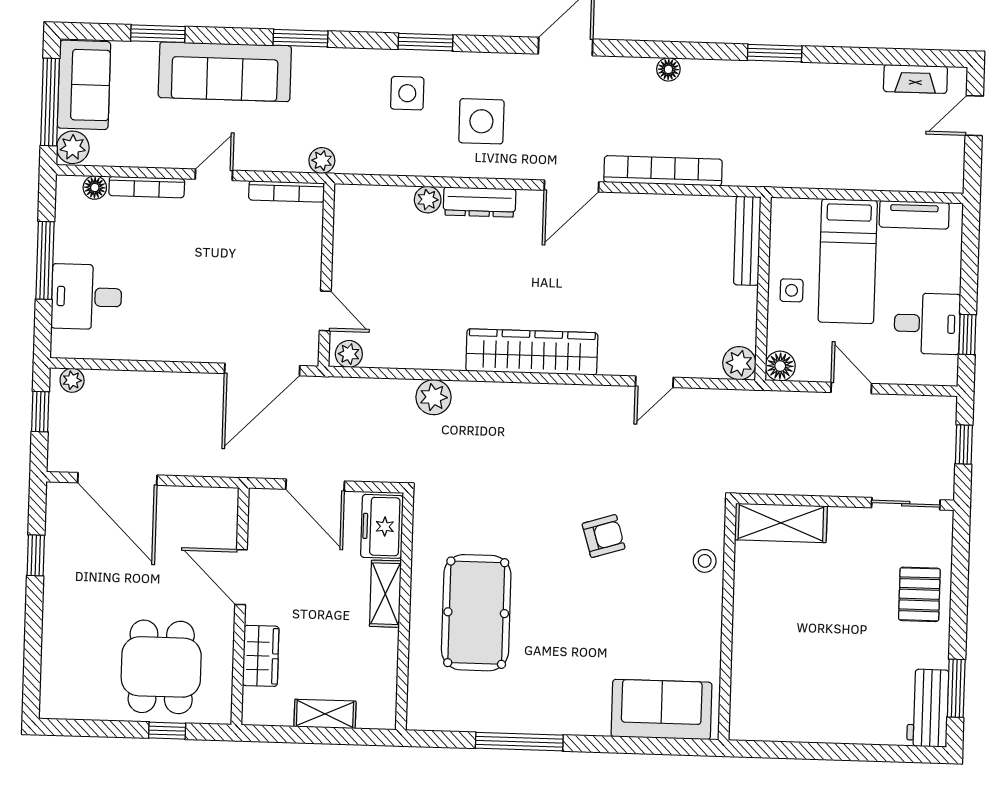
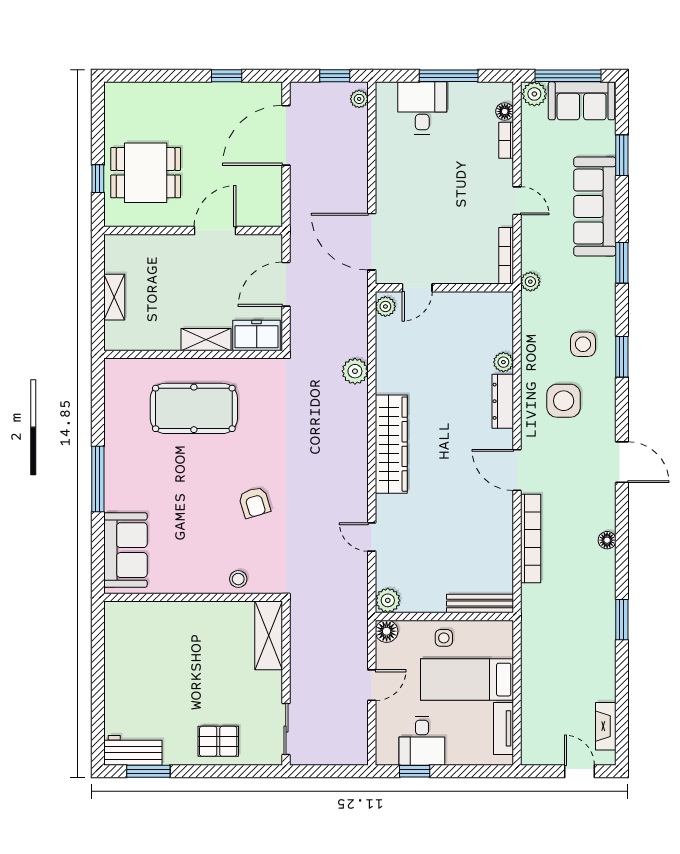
bookcase: (147, 187) -> (506, 140), width x0.64
window: (964, 445) -> (332, 771), removed
wardrobe: (261, 656) -> (156, 247), removed
window: (519, 742) -> (98, 479), moved

